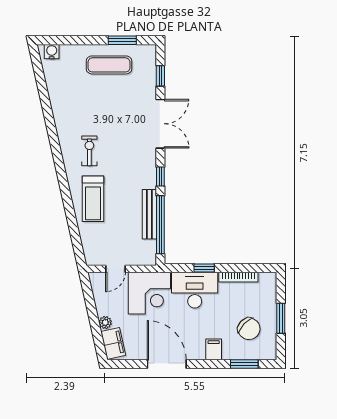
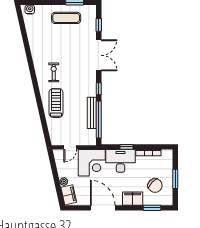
treadmill: (93, 199) -> (56, 103), turned 180
filing cabinet: (214, 349) -> (133, 199), width x2.00

